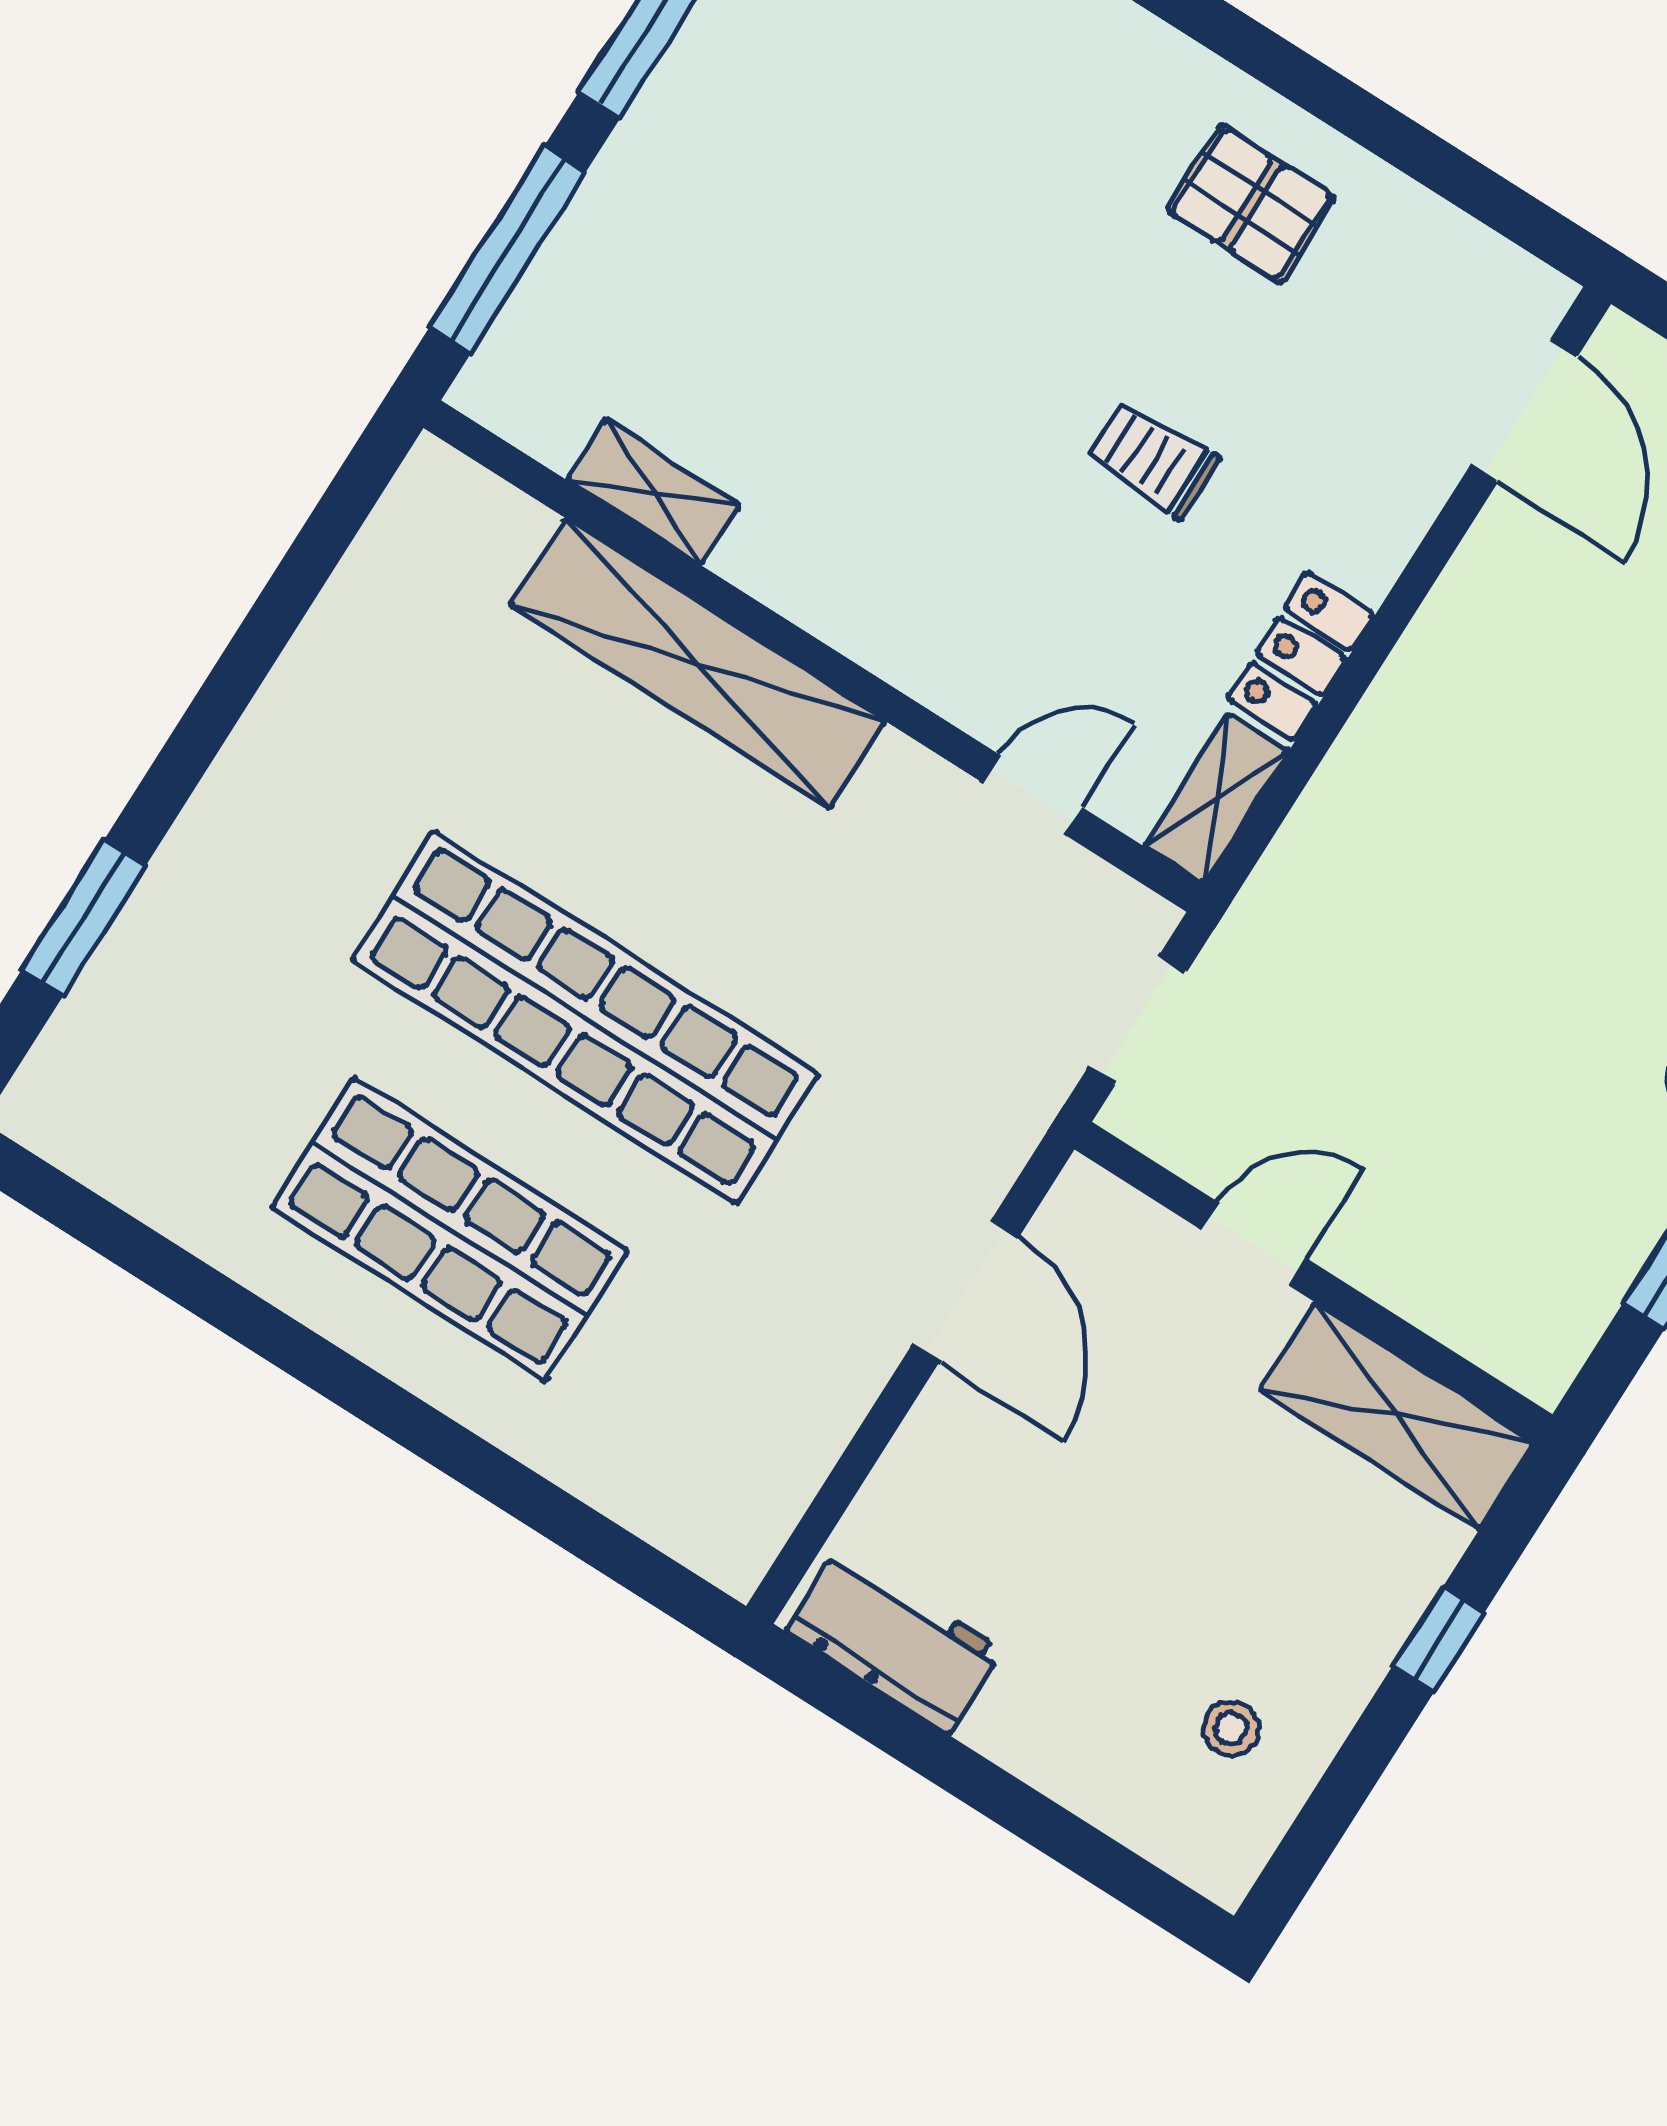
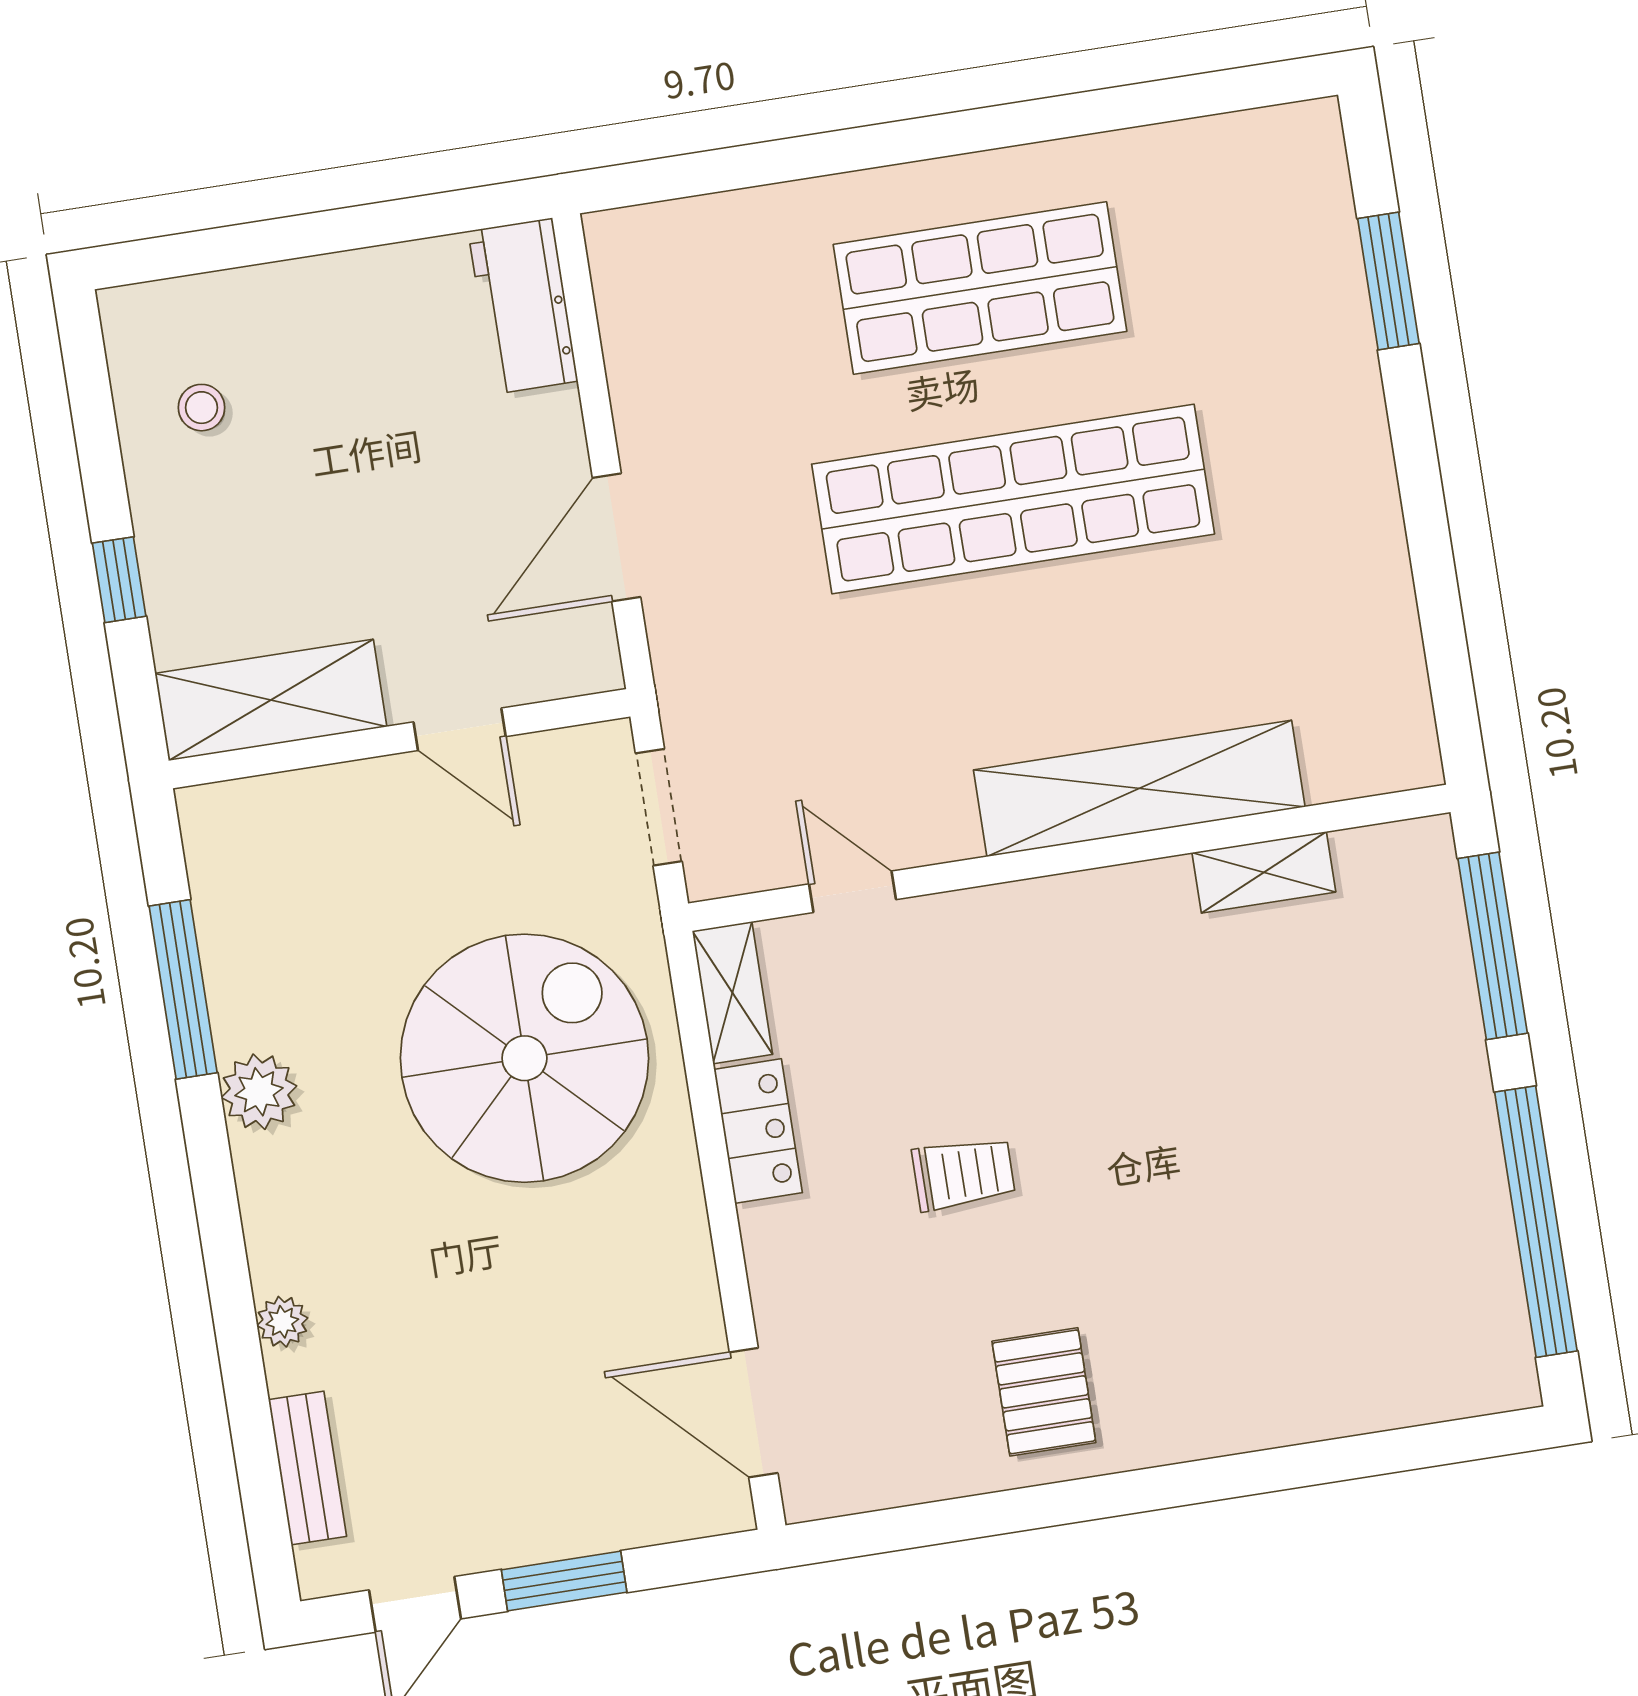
pallet: (1251, 204) -> (1044, 1392), turned 90
door: (1032, 795) -> (853, 892), swing flipped
spiral stairs: (1451, 902) -> (524, 1058), added
door: (1253, 1243) -> (460, 729), hinge flipped
door: (965, 1291) -> (616, 537), hinge flipped
workbench: (894, 1641) -> (523, 306), moved, turned 90

